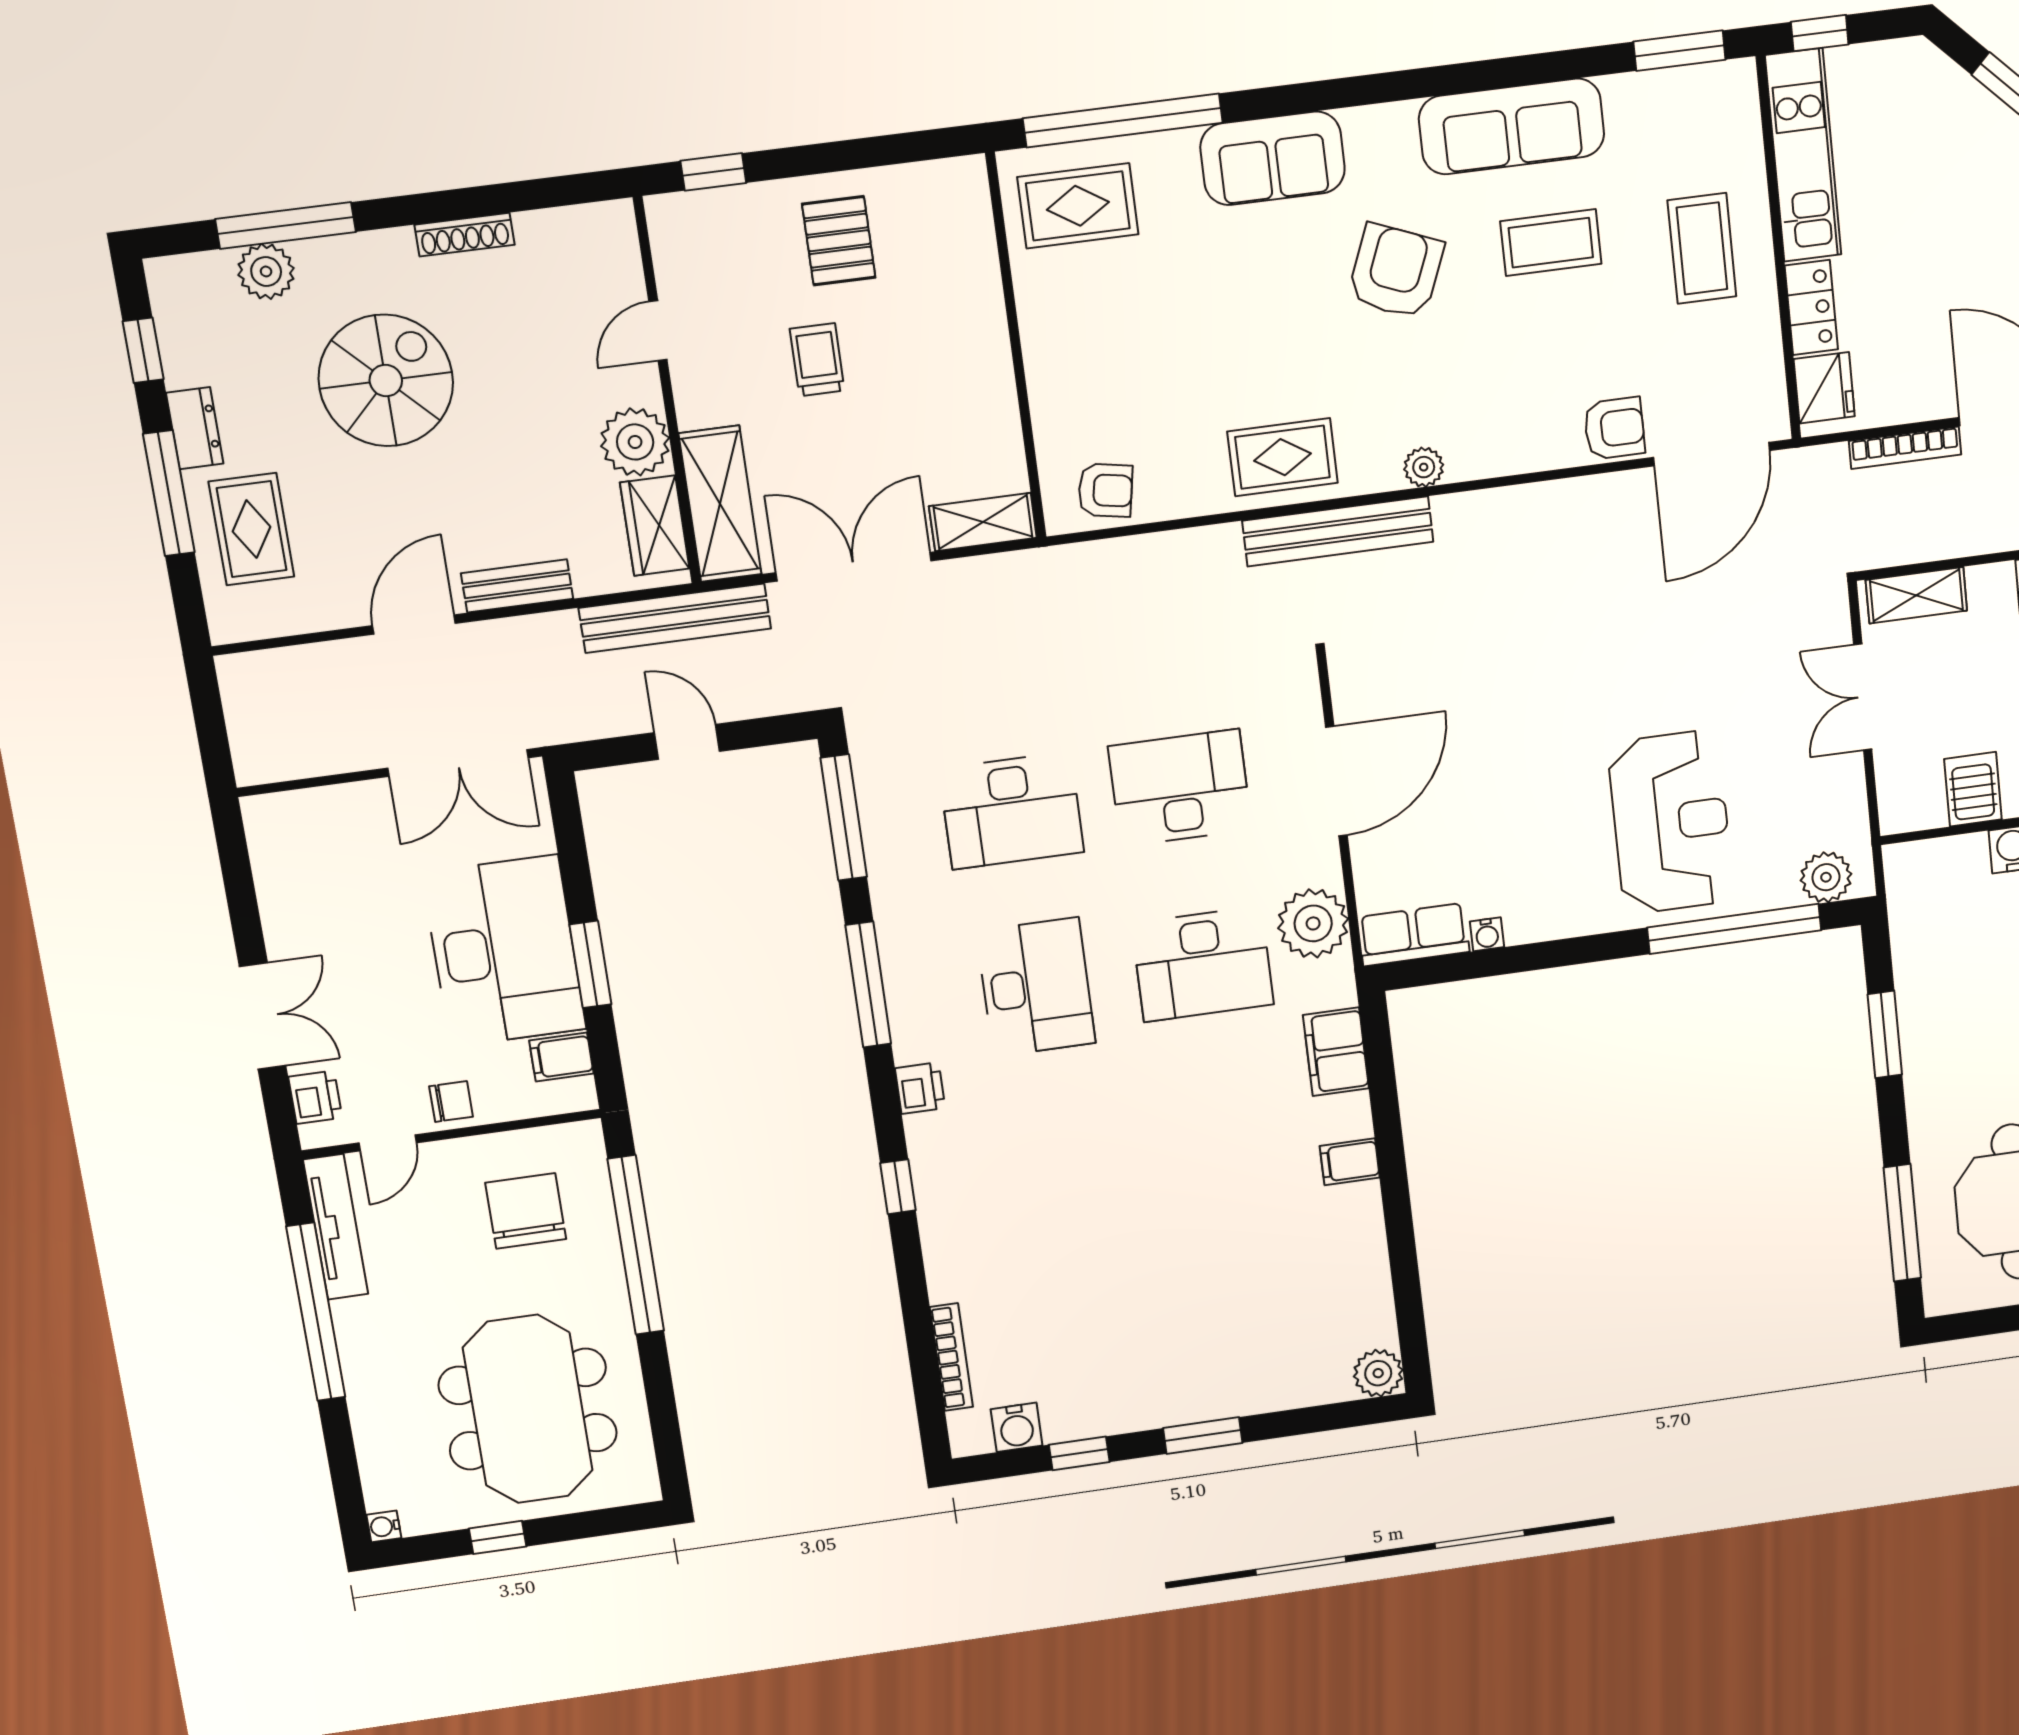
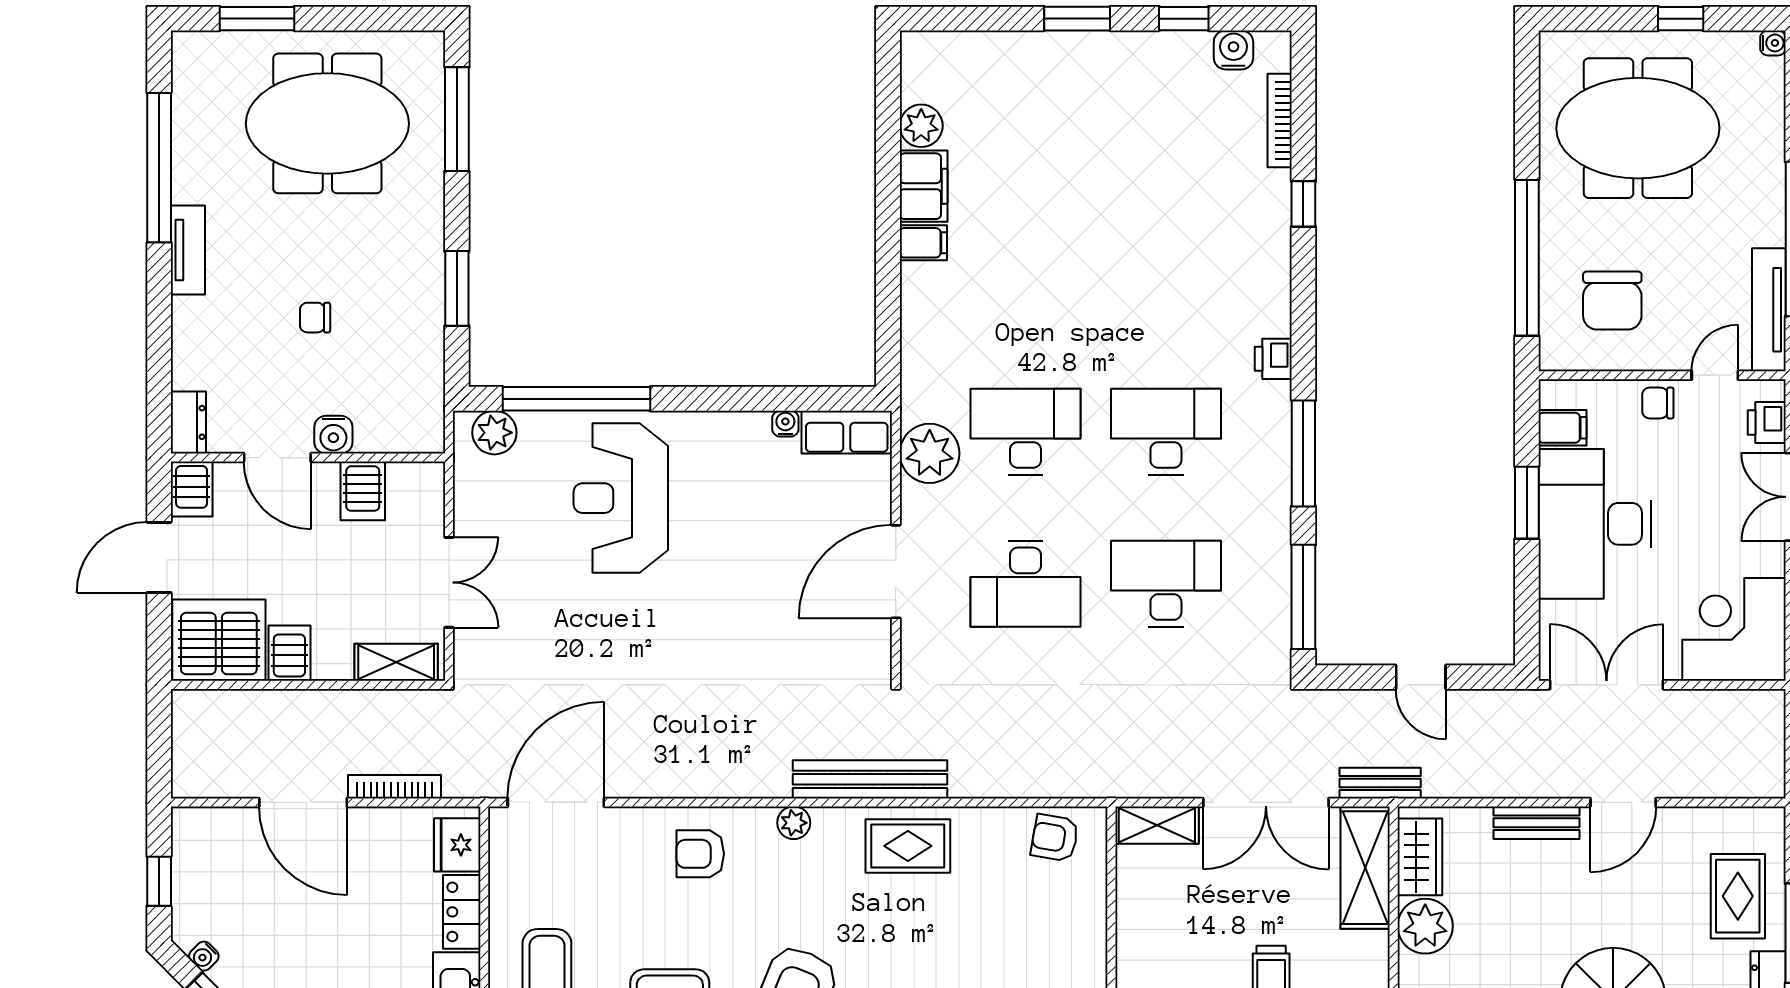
armchair: (1614, 428) -> (700, 854), moved
bench: (675, 618) -> (1380, 783), width x0.54, depth x0.82
corner desk: (313, 850) -> (1734, 629), added
desk: (1036, 987) -> (1166, 432), turned 90
filing cabinet: (1336, 1052) -> (924, 186), moved
window: (898, 1187) -> (1303, 204), moved
plant: (1378, 1373) -> (921, 126), moved
meeting table: (528, 1409) -> (1638, 128), turned 90

